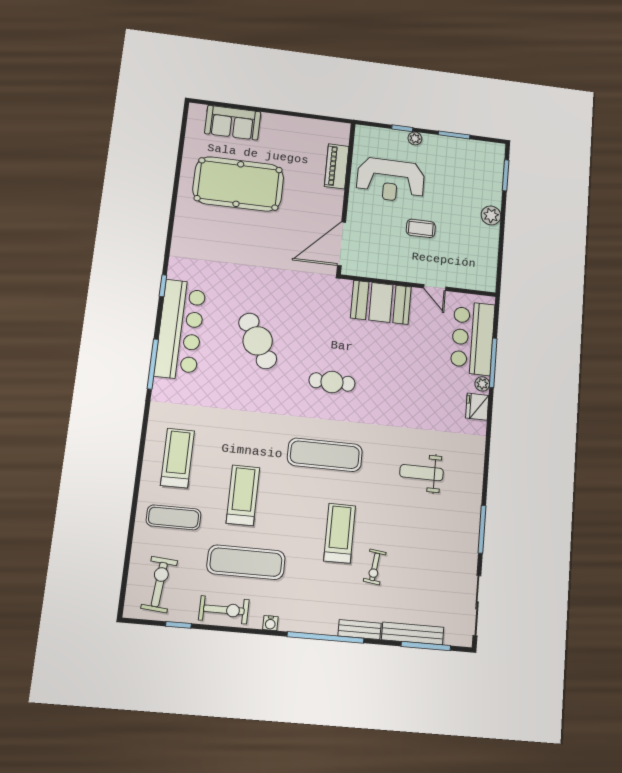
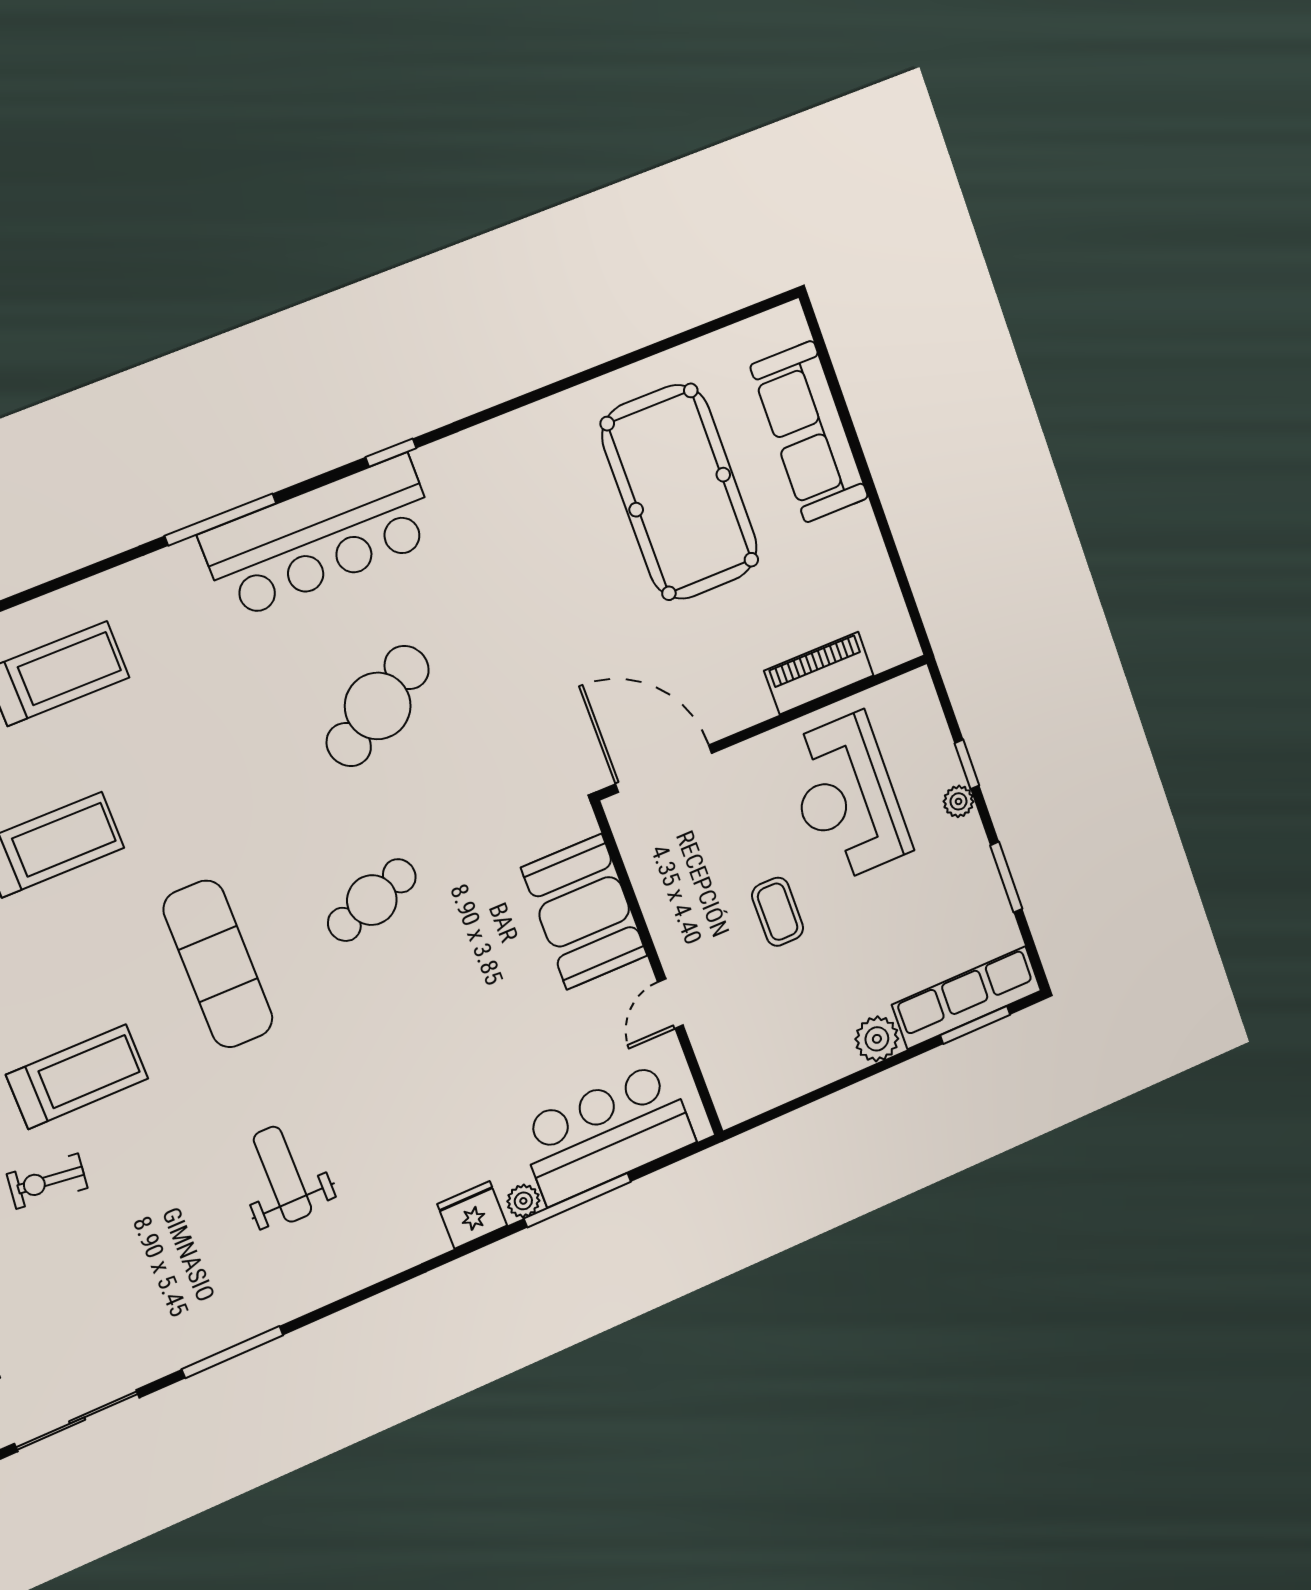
sofa: (233, 123) -> (809, 432), width x1.36
row of seats: (493, 173) -> (967, 998), added
cafe table: (332, 382) -> (372, 900), turned 71

